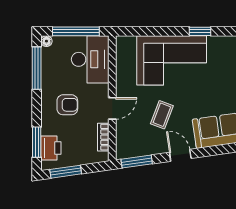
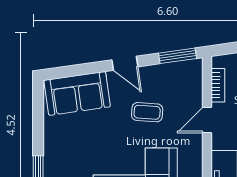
coffee table: (162, 115) -> (147, 112), turned 73

